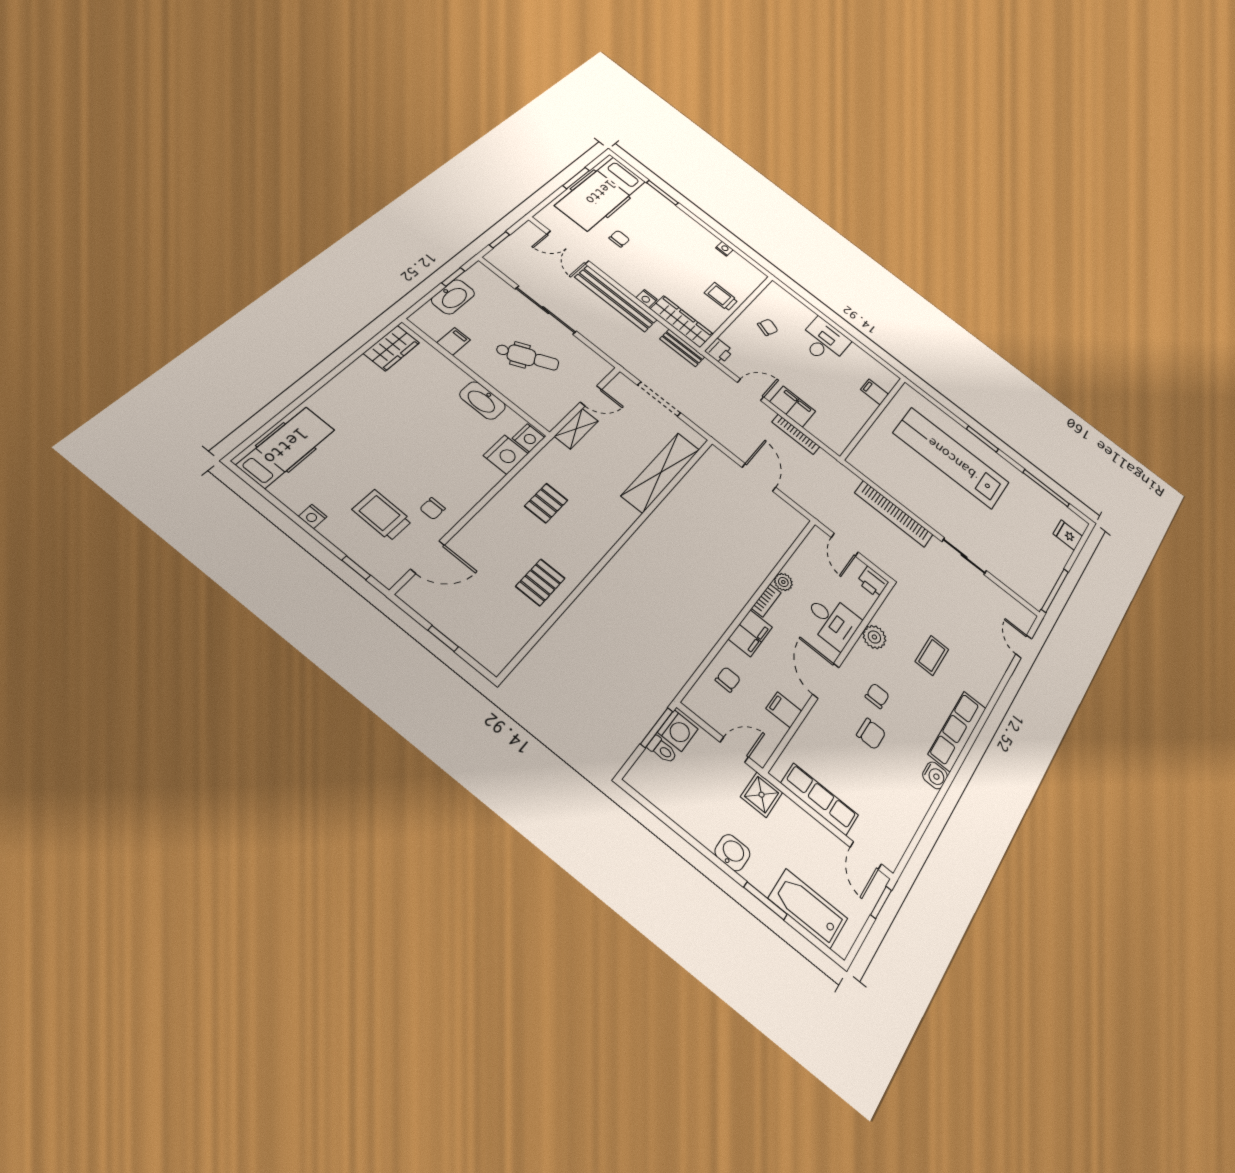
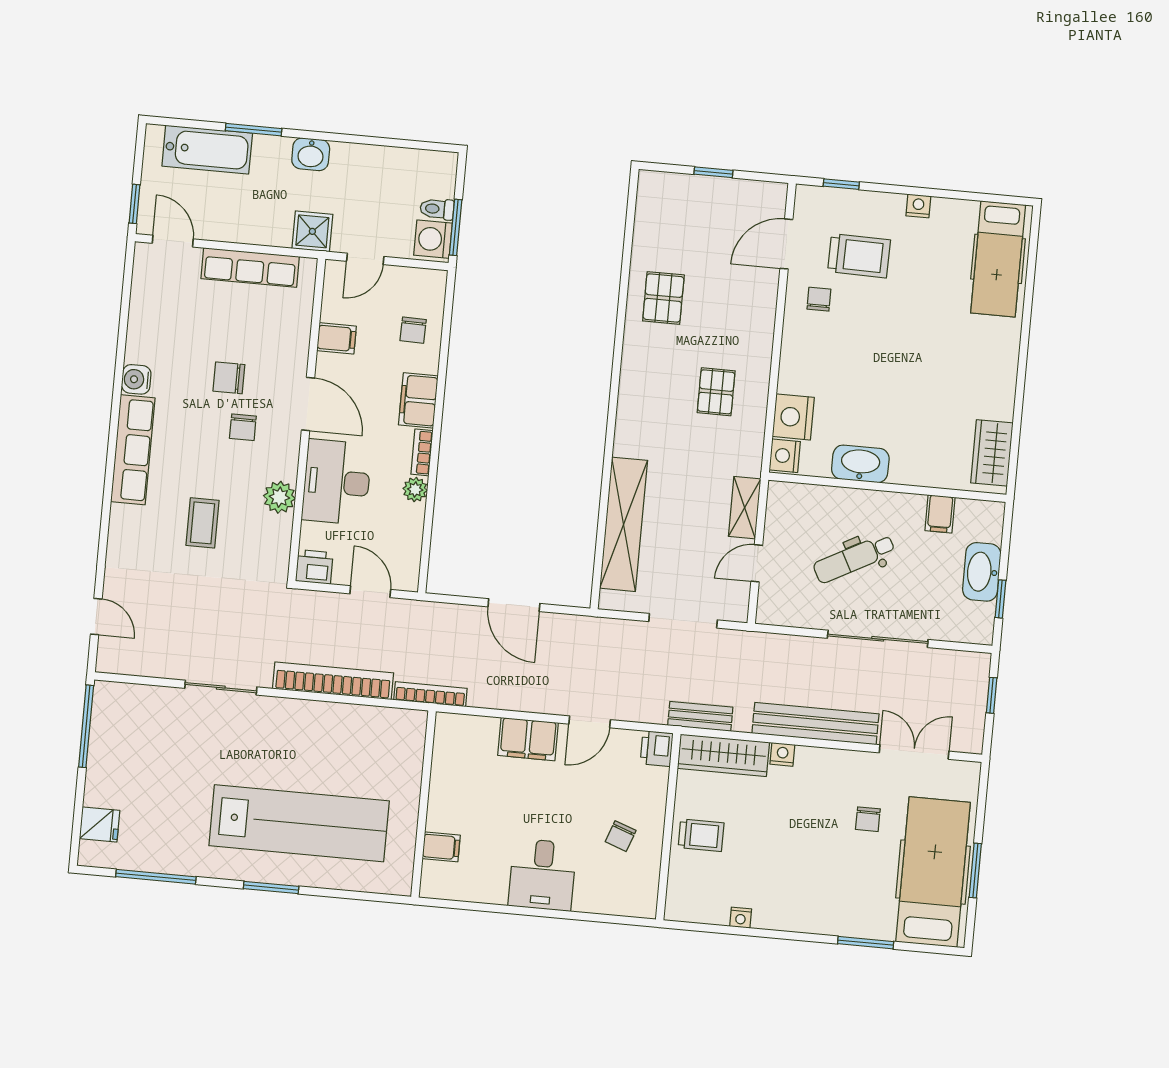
bookcase: (796, 434) -> (430, 694), moved
desk: (832, 621) -> (337, 482), width x1.37

